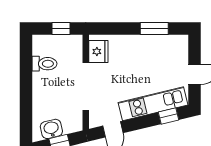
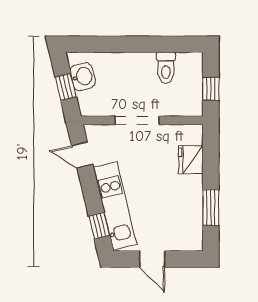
fridge: (98, 51) -> (191, 160), moved, turned 90
doorway: (86, 86) -> (137, 120), width x0.73

